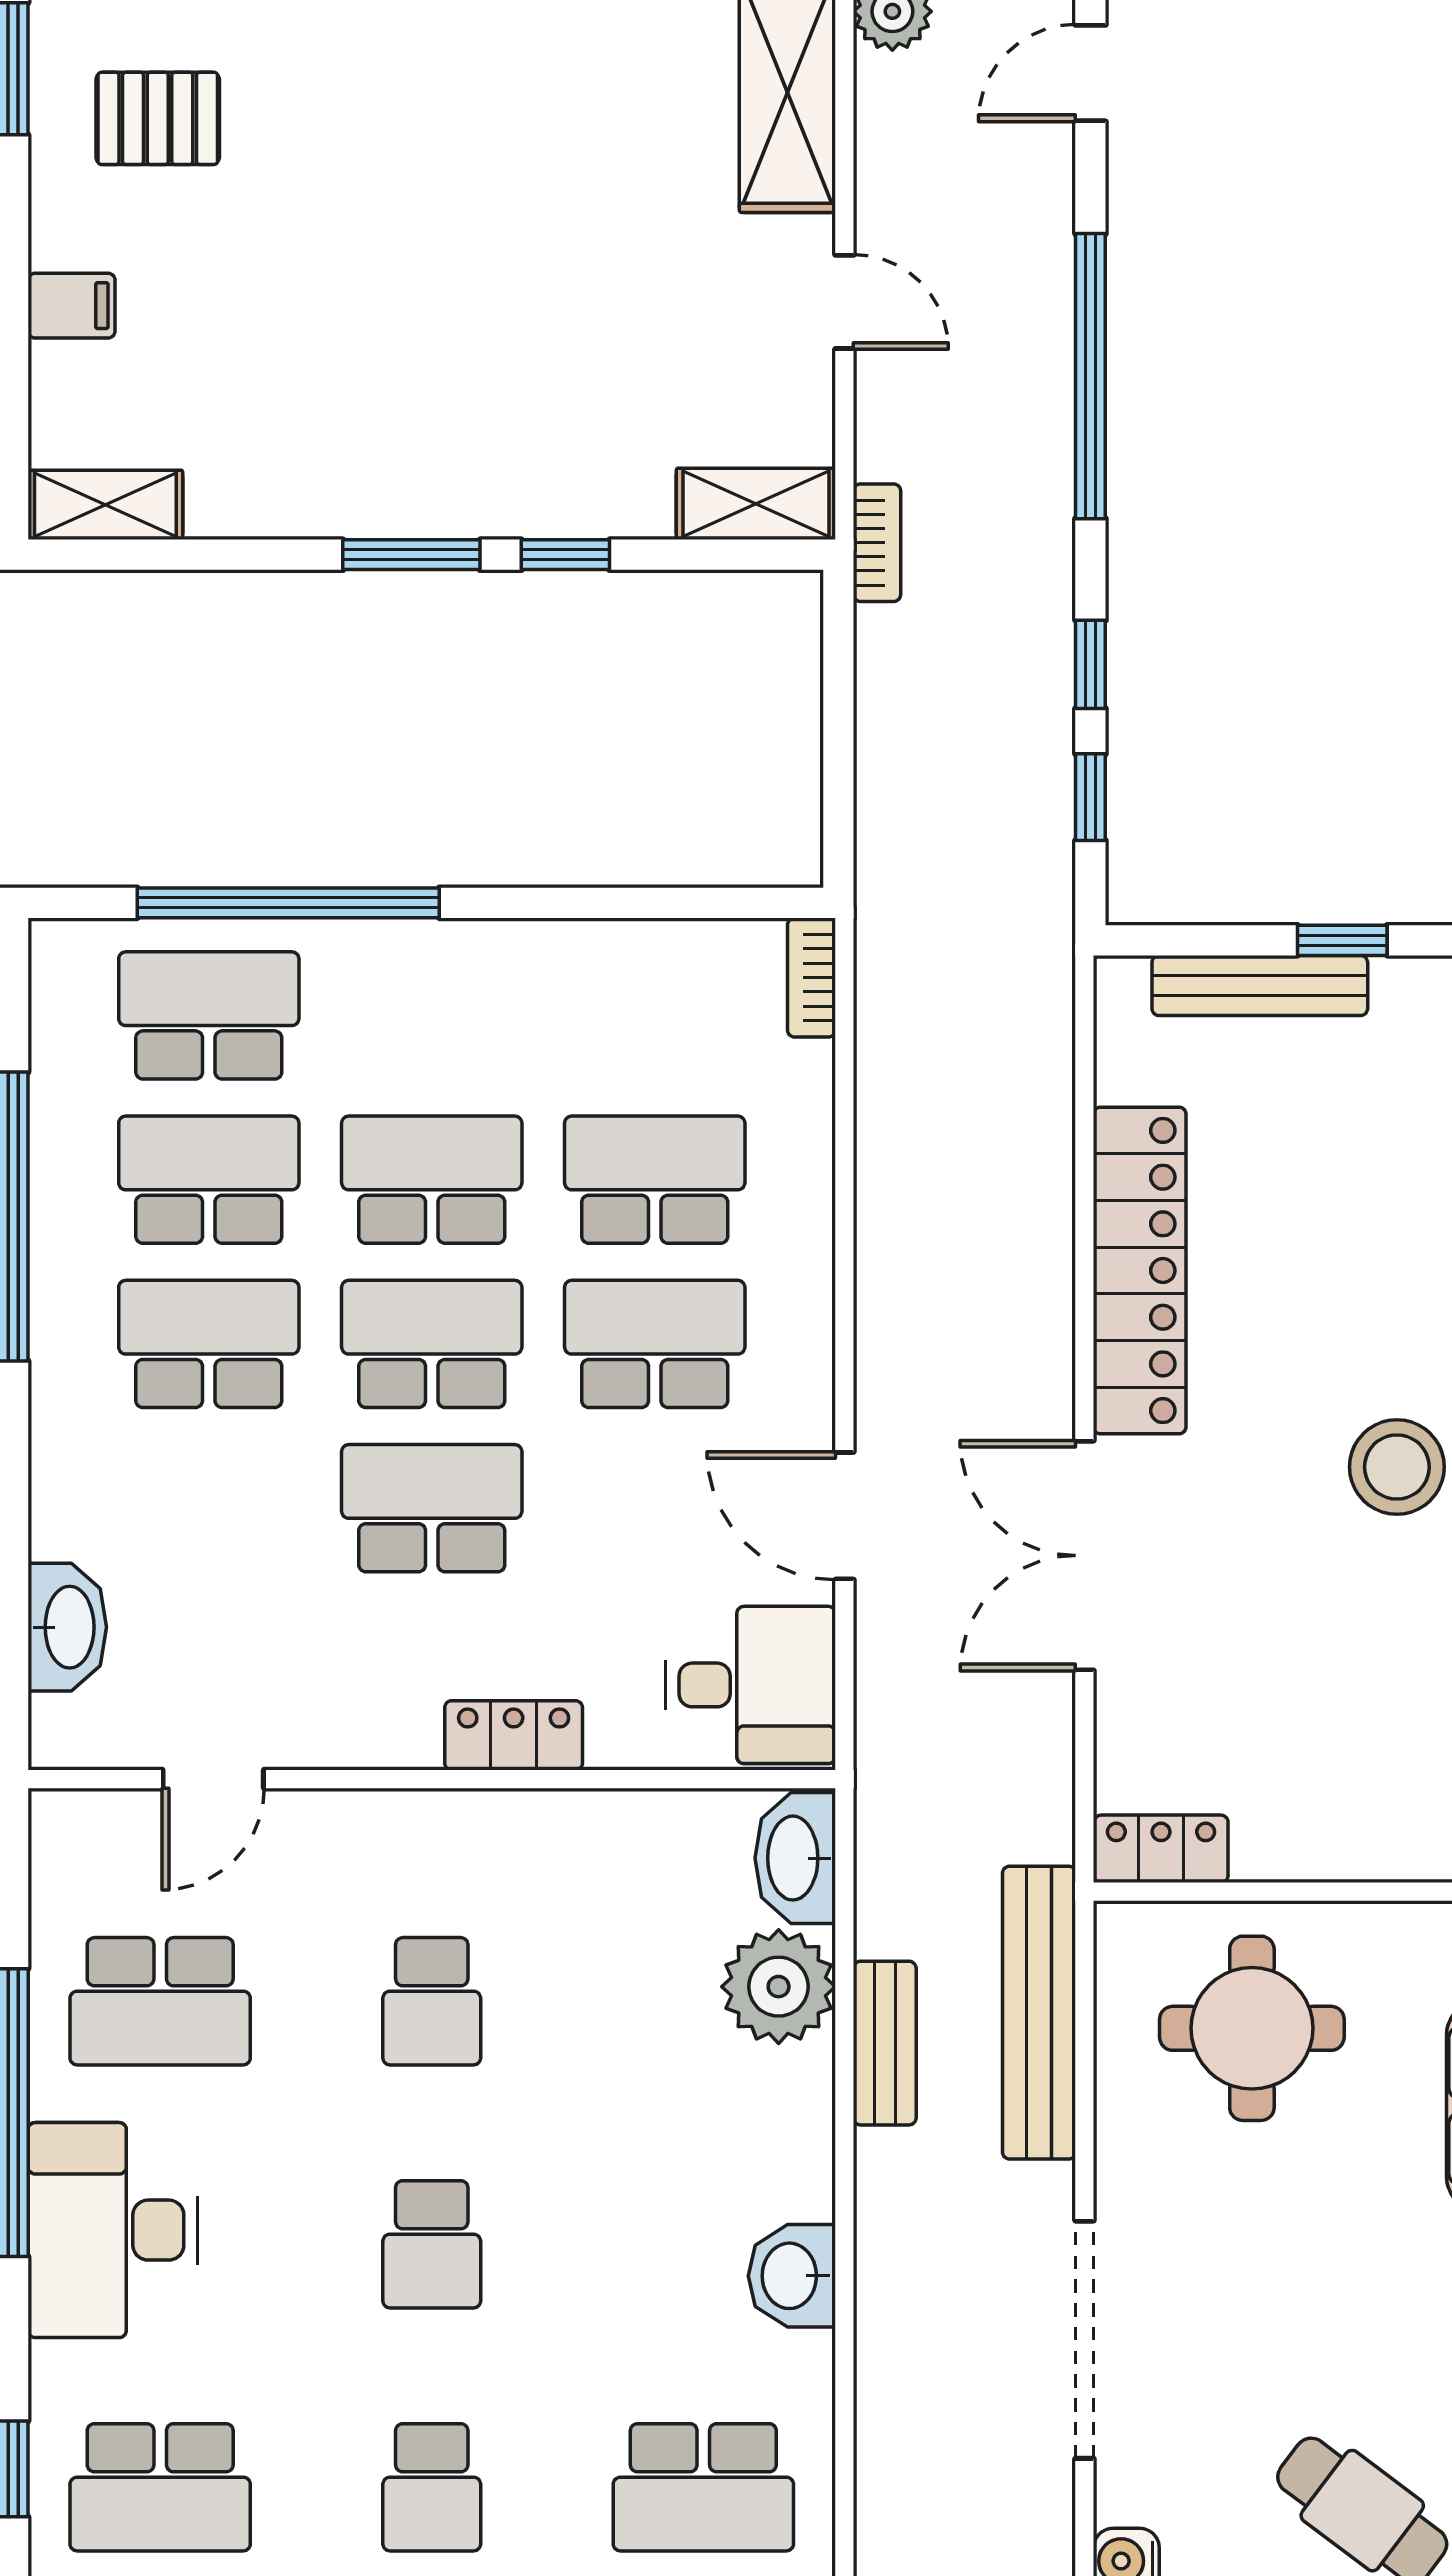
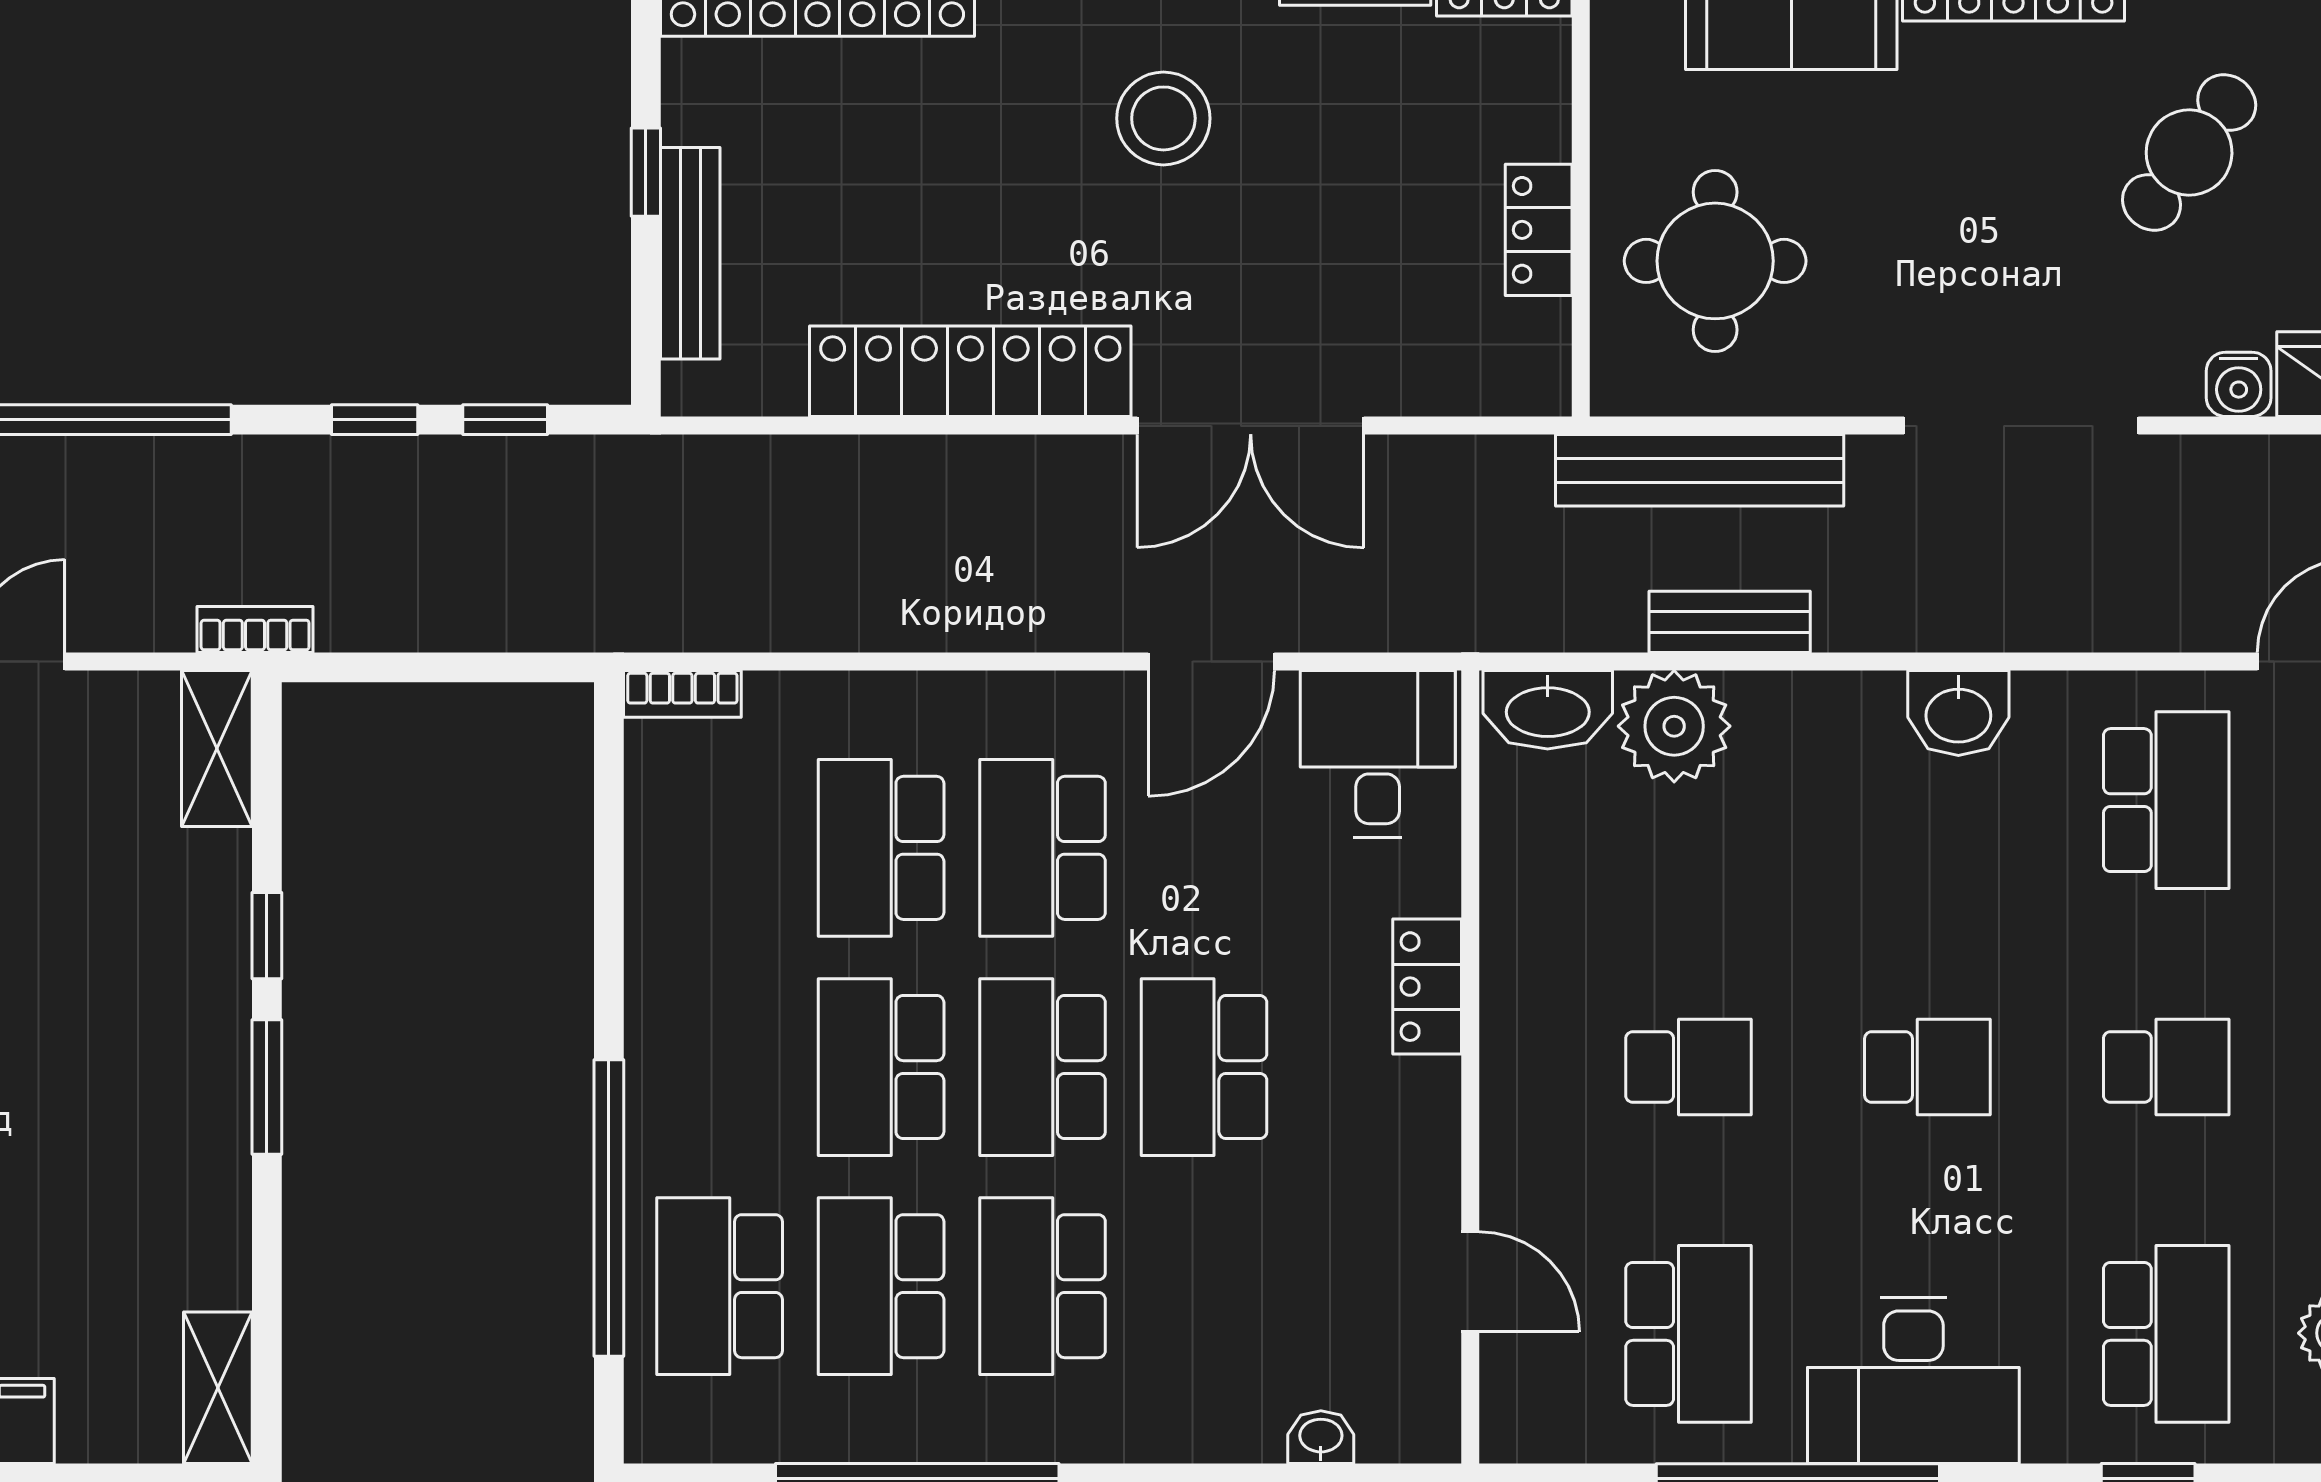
washbasin: (67, 1627) -> (1321, 1437), width x0.52, depth x0.69
locker: (1161, 1849) -> (1539, 230), moved

